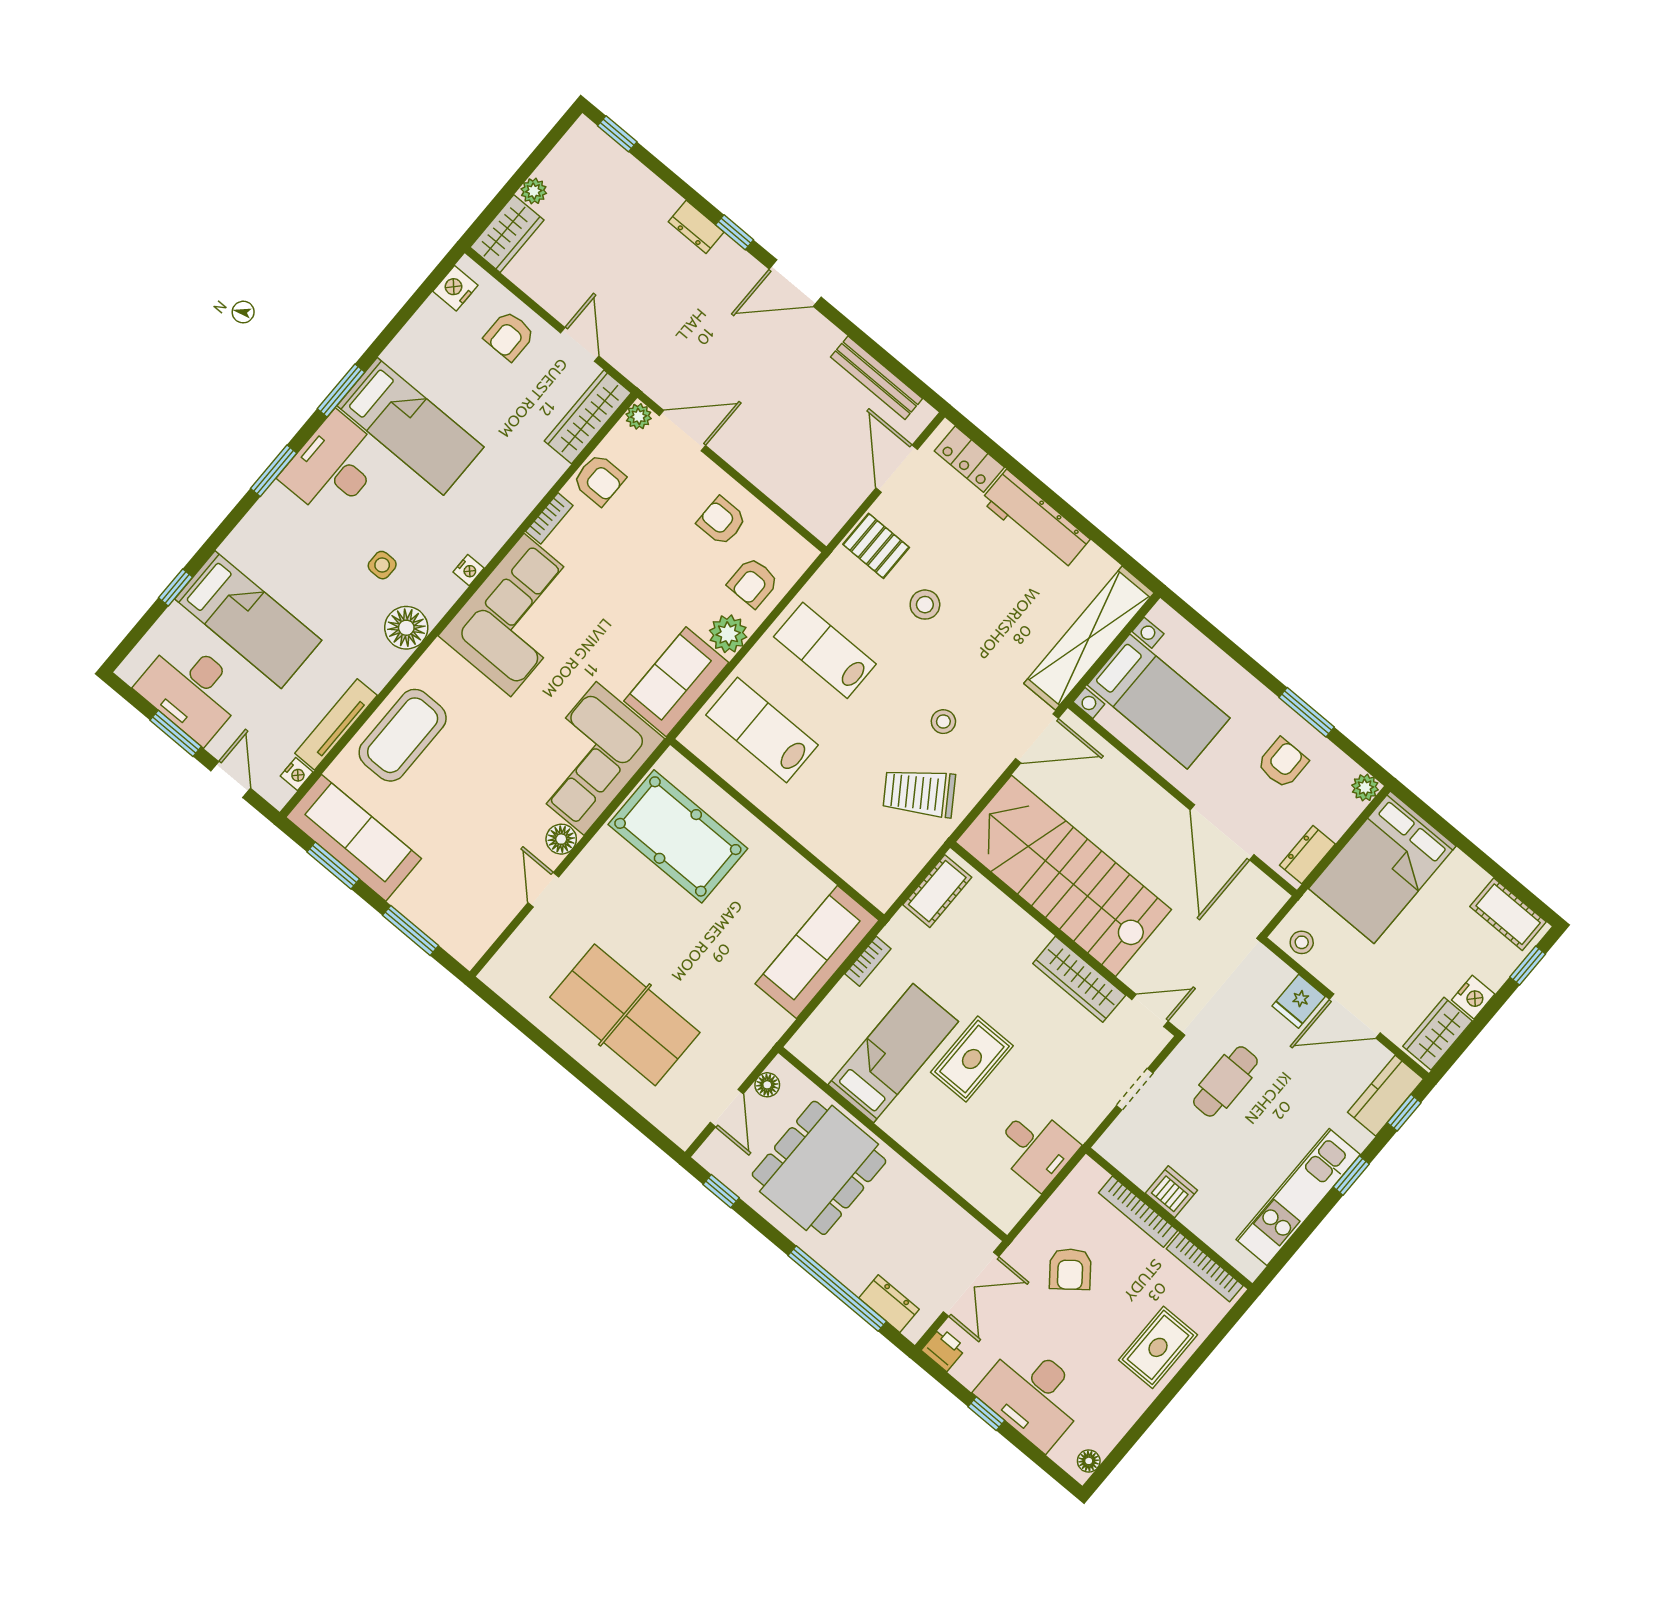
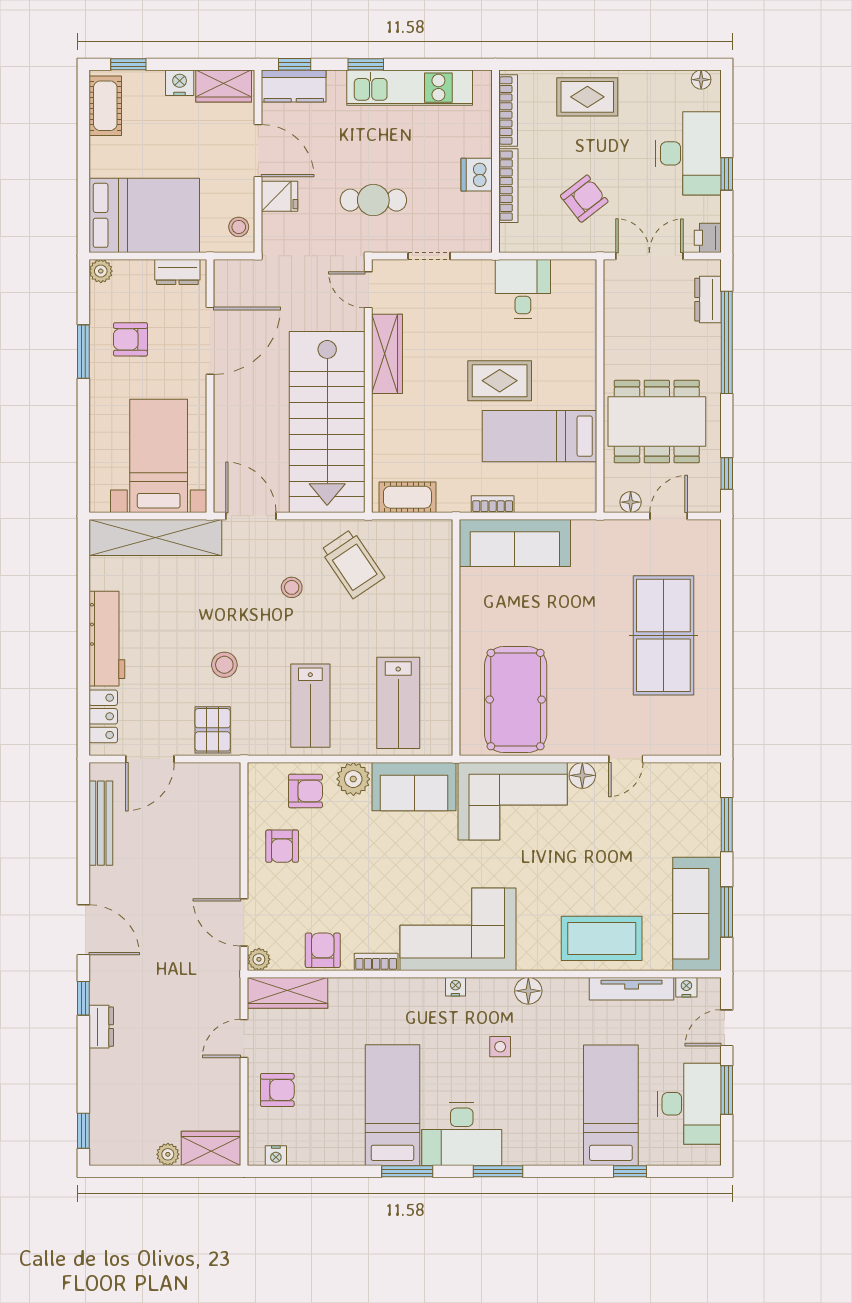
nightstand: (455, 288) -> (276, 1156), width x0.72, depth x0.74
floor lamp: (406, 628) -> (528, 991), width x0.73, depth x0.73

